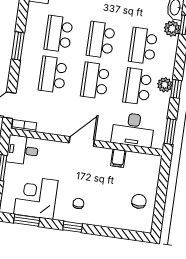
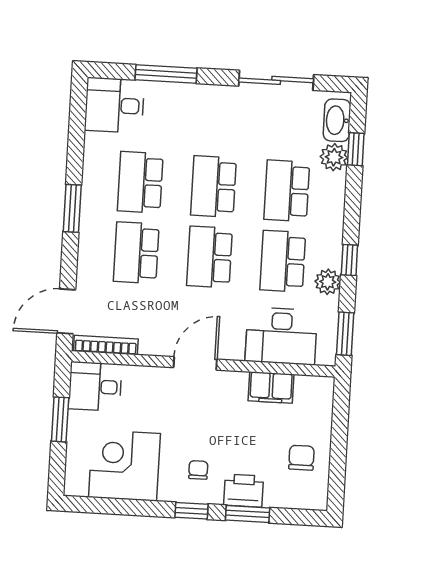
plant: (165, 85) -> (328, 282), moved
bookcase: (24, 126) -> (106, 345), width x1.56
filing cabinet: (118, 158) -> (271, 387), width x2.00
printer: (104, 218) -> (244, 491), added
window: (27, 220) -> (248, 514), moved

